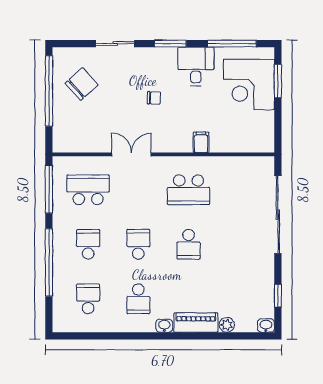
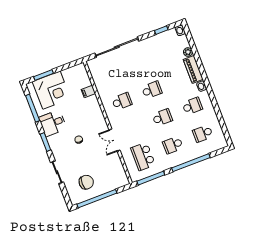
chair: (82, 84) -> (86, 182), turned 132
filing cabinet: (201, 142) -> (88, 91), moved
school desk: (188, 190) -> (122, 101), width x0.54
school desk: (138, 244) -> (162, 117), turned 180

